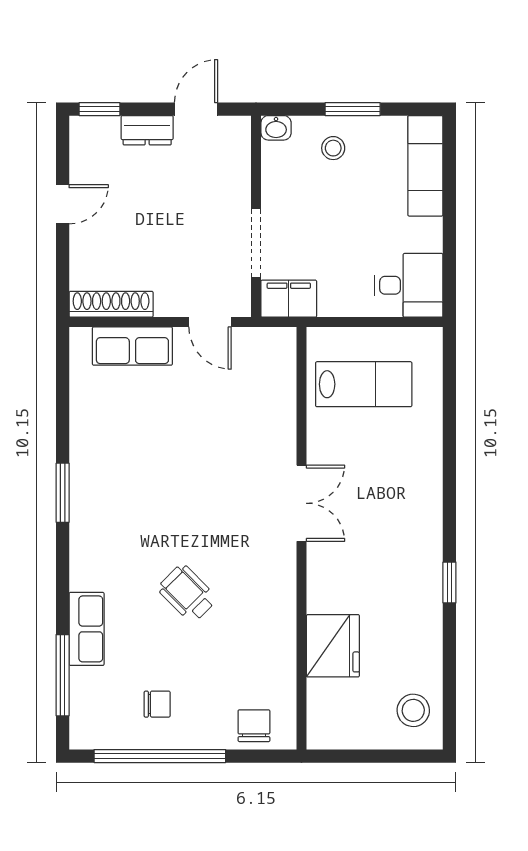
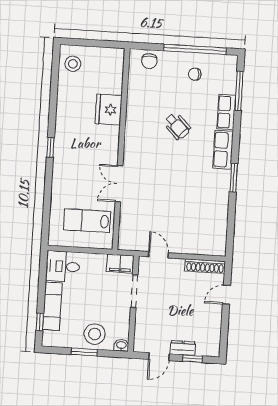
window: (99, 109) -> (192, 359), moved
stool: (333, 148) -> (95, 334), width x1.89, depth x1.89
exam couch: (425, 166) -> (52, 306), moved
window: (449, 166) -> (40, 322), added
door: (63, 204) -> (227, 295), moved
row of seats: (132, 346) -> (223, 150), moved, turned -90
double door: (302, 503) -> (119, 184), moved
window: (449, 583) -> (50, 147), moved
fridge: (333, 646) -> (109, 110), moved

